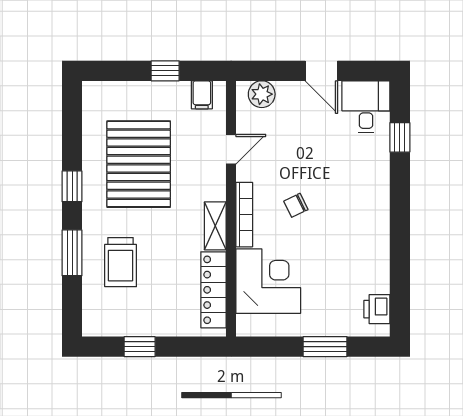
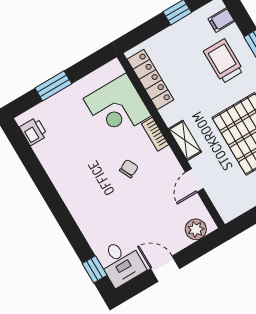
filing cabinet: (202, 95) -> (221, 20), moved, turned -90
window: (400, 137) -> (95, 269), moved
bookcase: (244, 215) -> (155, 134), width x0.64
shelving: (215, 226) -> (185, 140), moved

